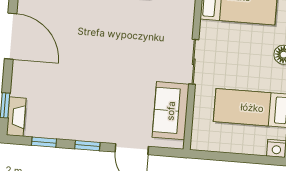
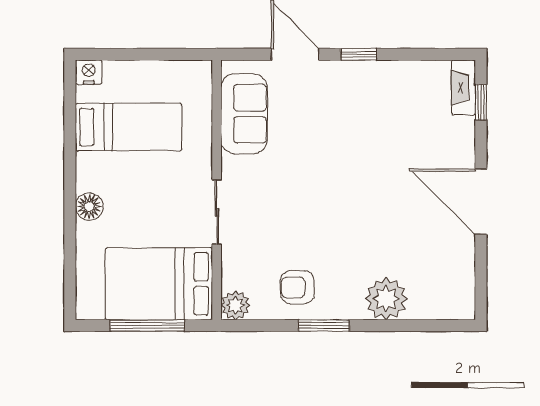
sliding door: (194, 62) -> (217, 212), moved
window: (44, 142) -> (421, 54), removed

